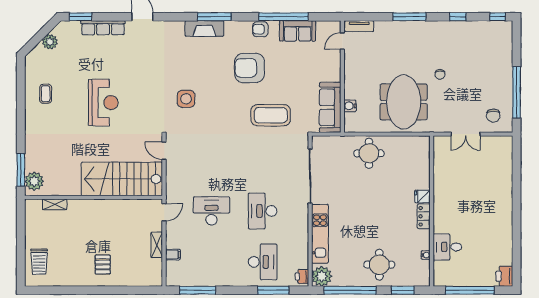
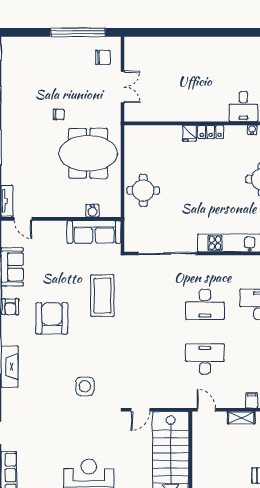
armchair: (249, 68) -> (52, 318), turned 180
desk: (211, 211) -> (205, 359), turned 90

